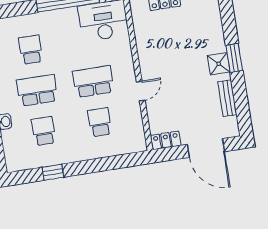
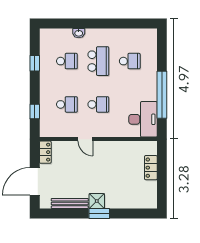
school desk: (93, 81) -> (98, 104), width x0.54
bench: (227, 98) -> (70, 203), width x1.36
window: (115, 162) -> (35, 112), added

